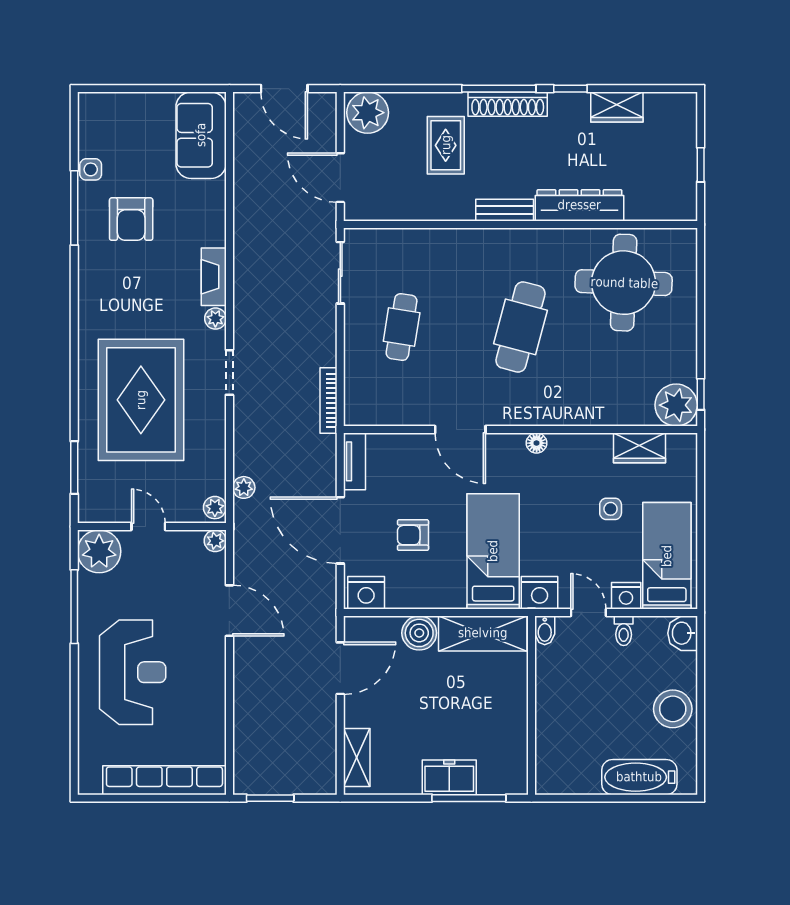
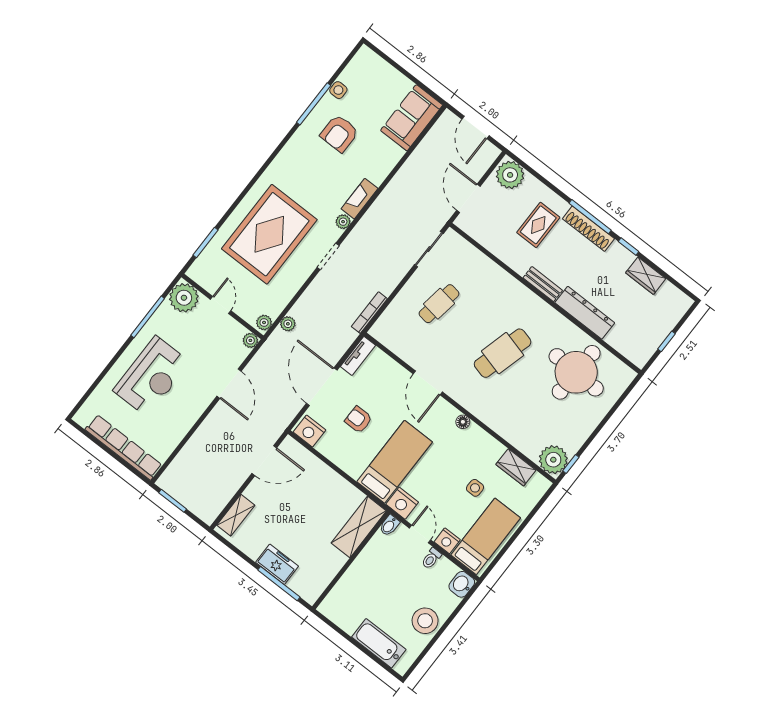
boiler: (419, 633) -> (321, 475), removed
shelving: (483, 633) -> (359, 527), moved, turned 90

